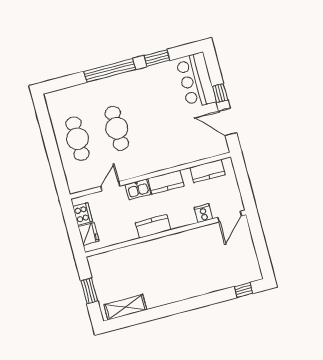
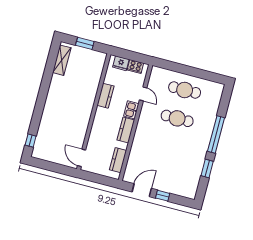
bar counter: (196, 80) -> (179, 185), removed
cooker: (203, 213) -> (93, 143), removed
kitchen counter: (153, 226) -> (105, 96), moved

